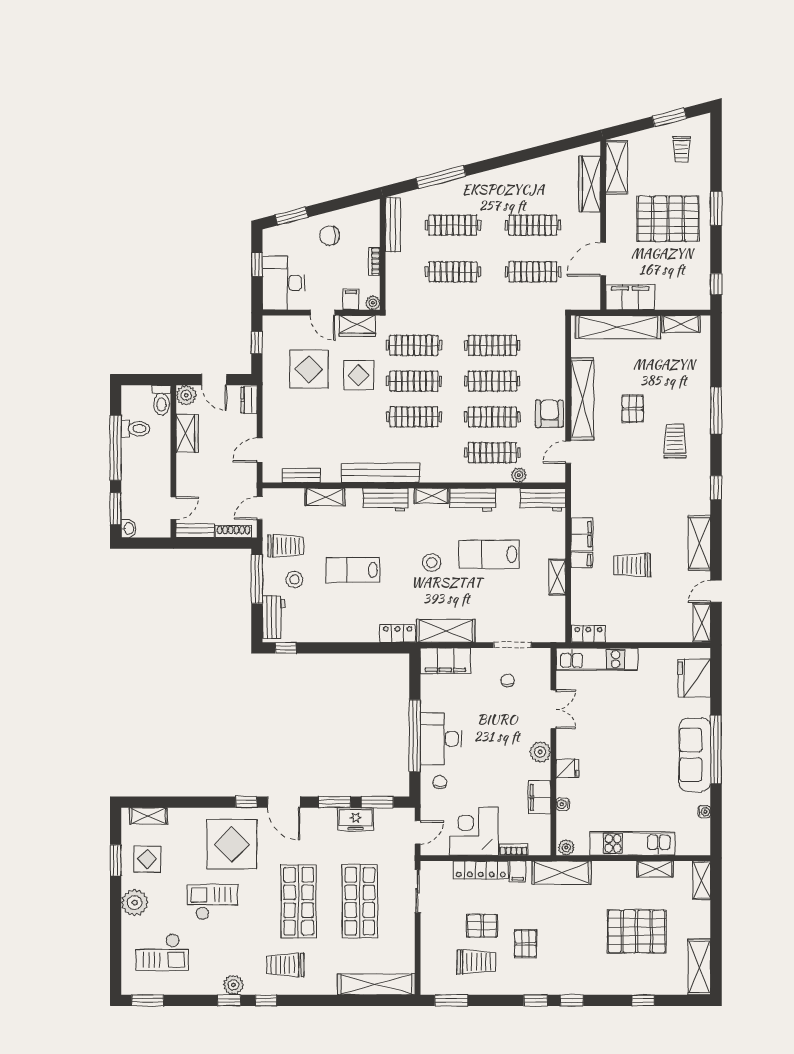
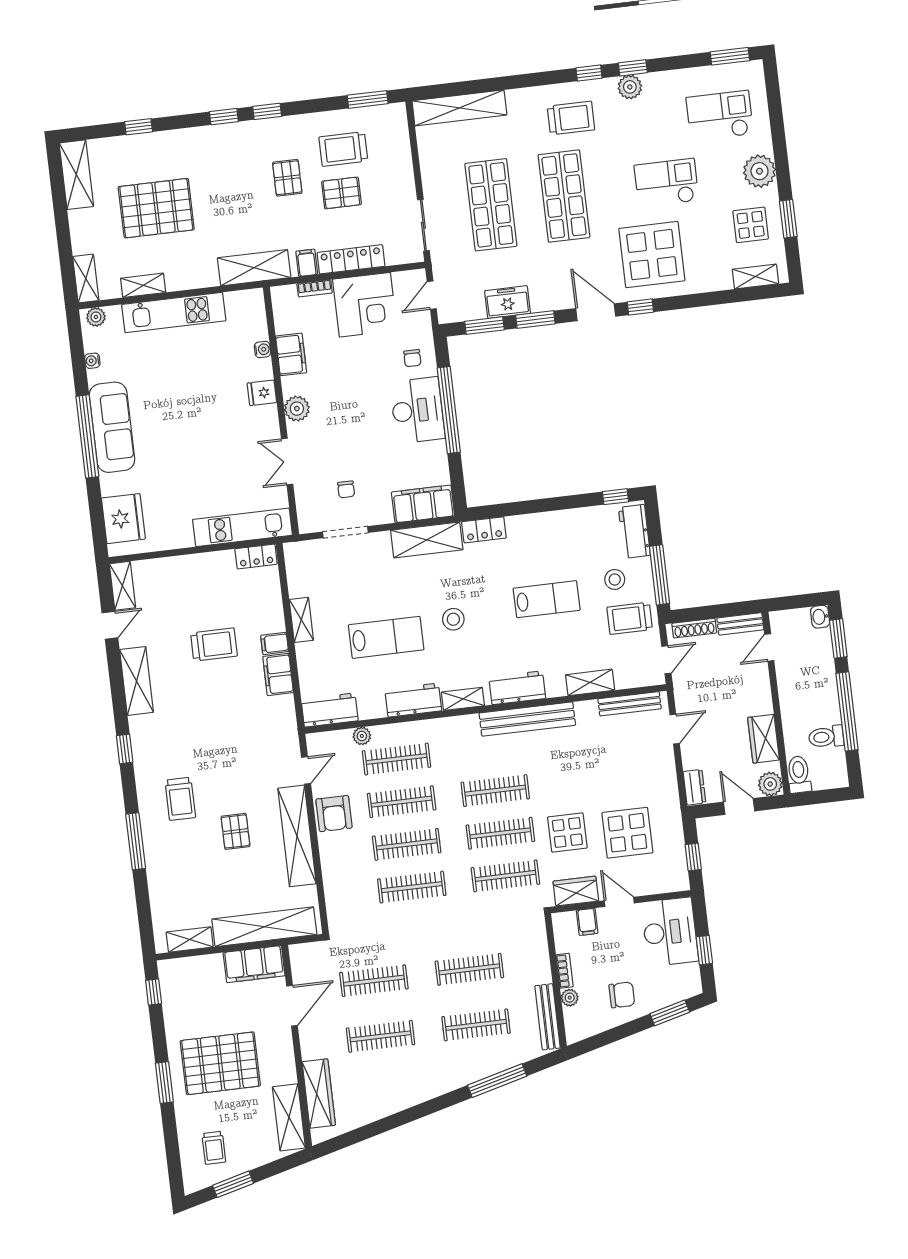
trolley: (682, 150) -> (214, 1148), turned 180
plant: (373, 303) -> (570, 998), moved
bench: (301, 475) -> (630, 704), width x1.36
plant: (566, 847) -> (96, 317), moved
checkout: (213, 902) -> (667, 183), turned 180

